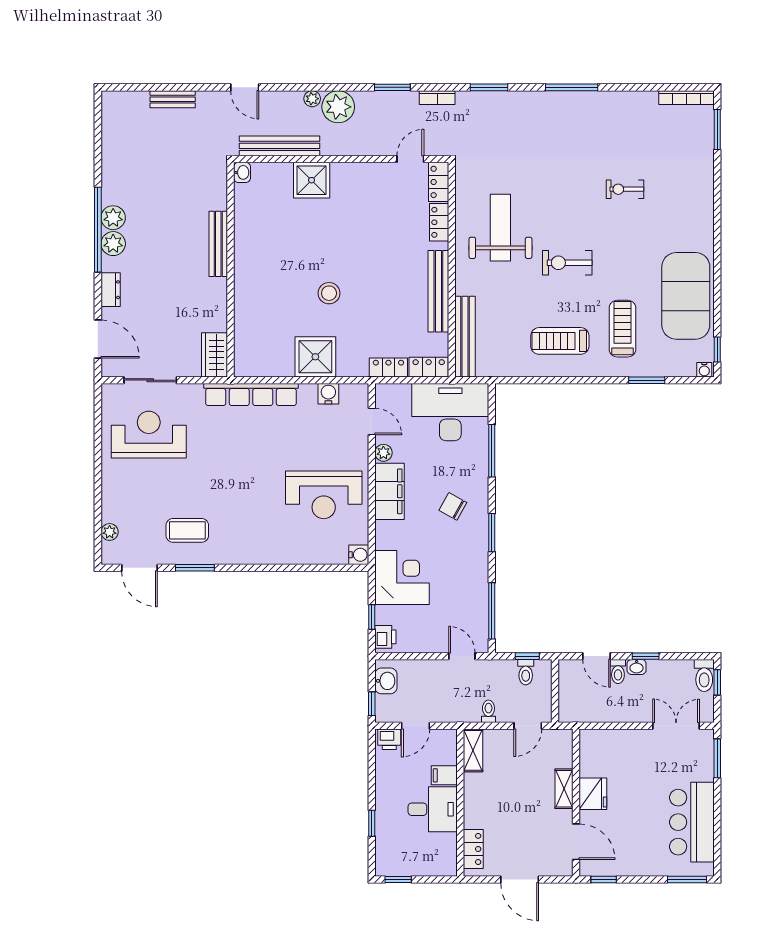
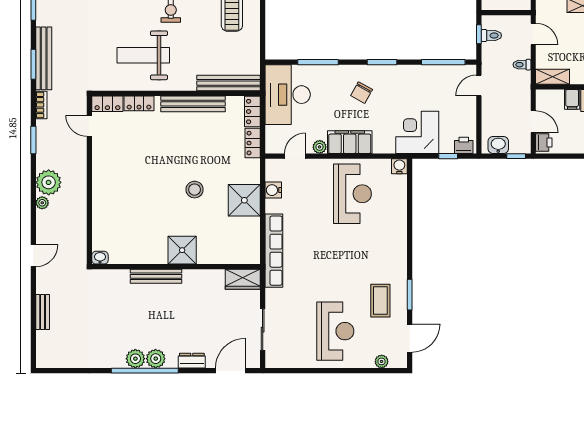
bench: (279, 146) -> (44, 58), moved
shower: (312, 180) -> (182, 250), moved
reception desk: (149, 435) -> (335, 331), moved, turned 180

